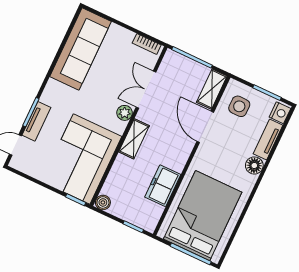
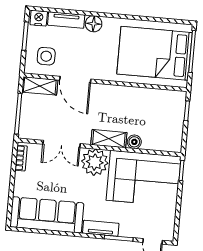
plant: (125, 113) -> (95, 162), width x1.87, depth x1.87
tv unit: (36, 121) -> (101, 228), moved
door: (205, 127) -> (75, 80), hinge flipped
freezer: (163, 186) -> (141, 98), removed
boiler: (103, 202) -> (134, 142), moved

